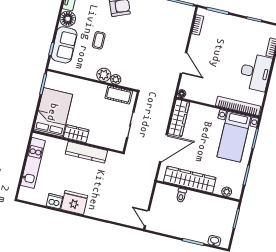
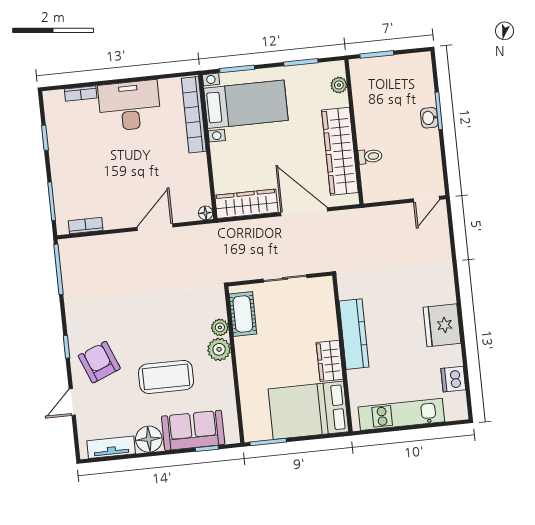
coffee table: (99, 40) -> (166, 377), width x1.86, depth x1.72
dishwasher: (54, 201) -> (453, 379), moved
washbasin: (214, 241) -> (429, 118), moved

